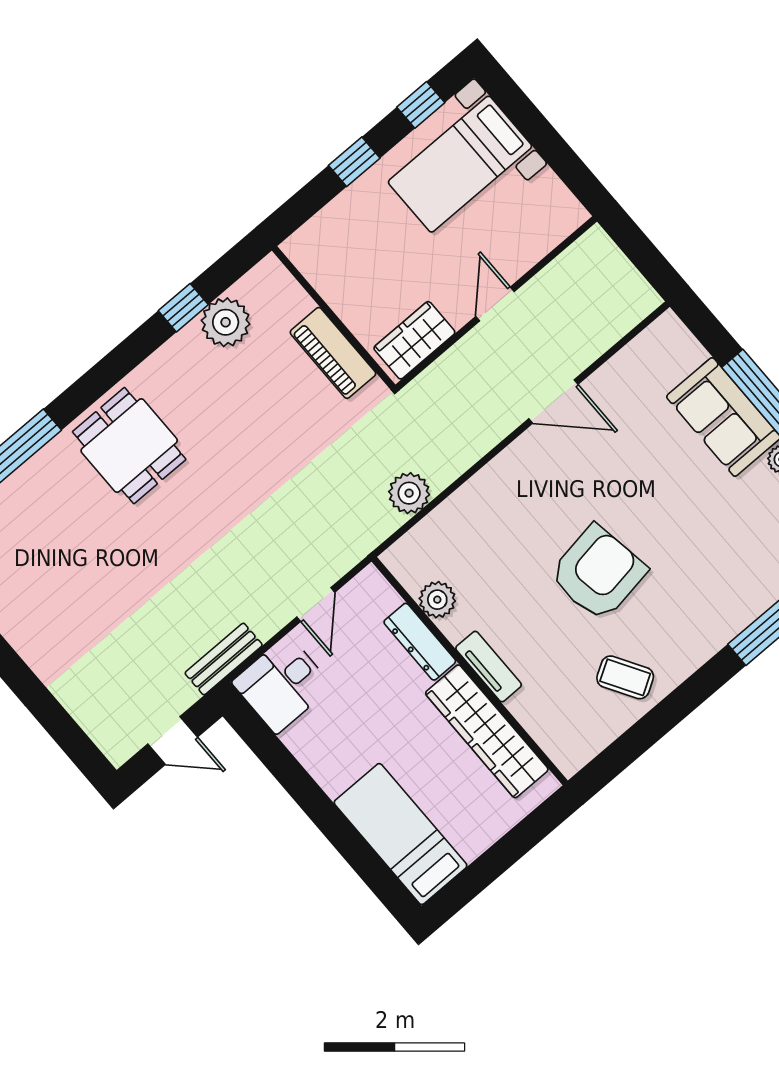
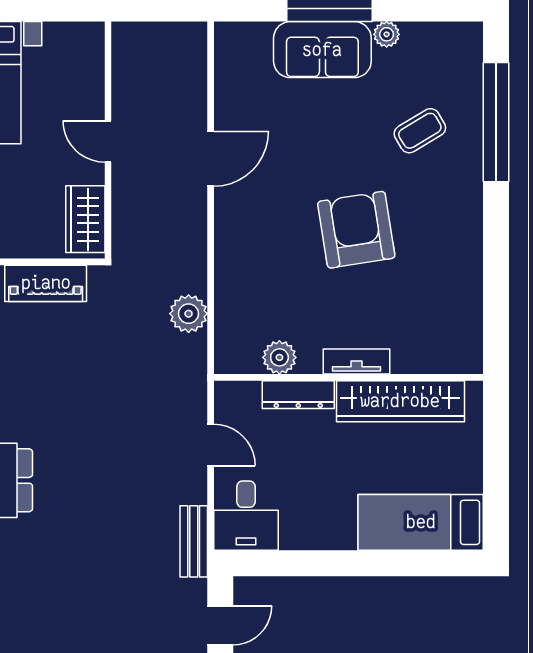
coffee table: (625, 677) -> (420, 131), moved

